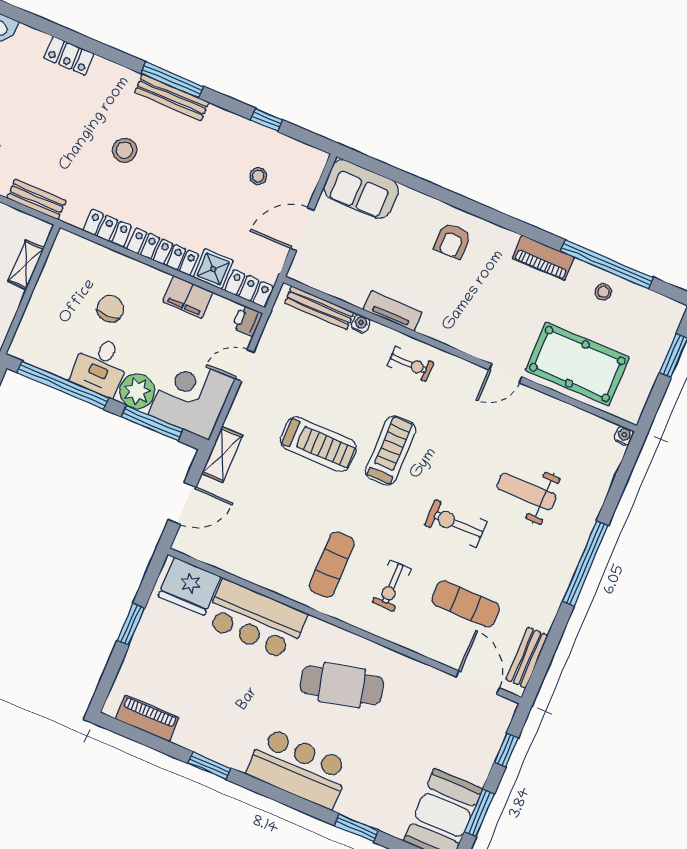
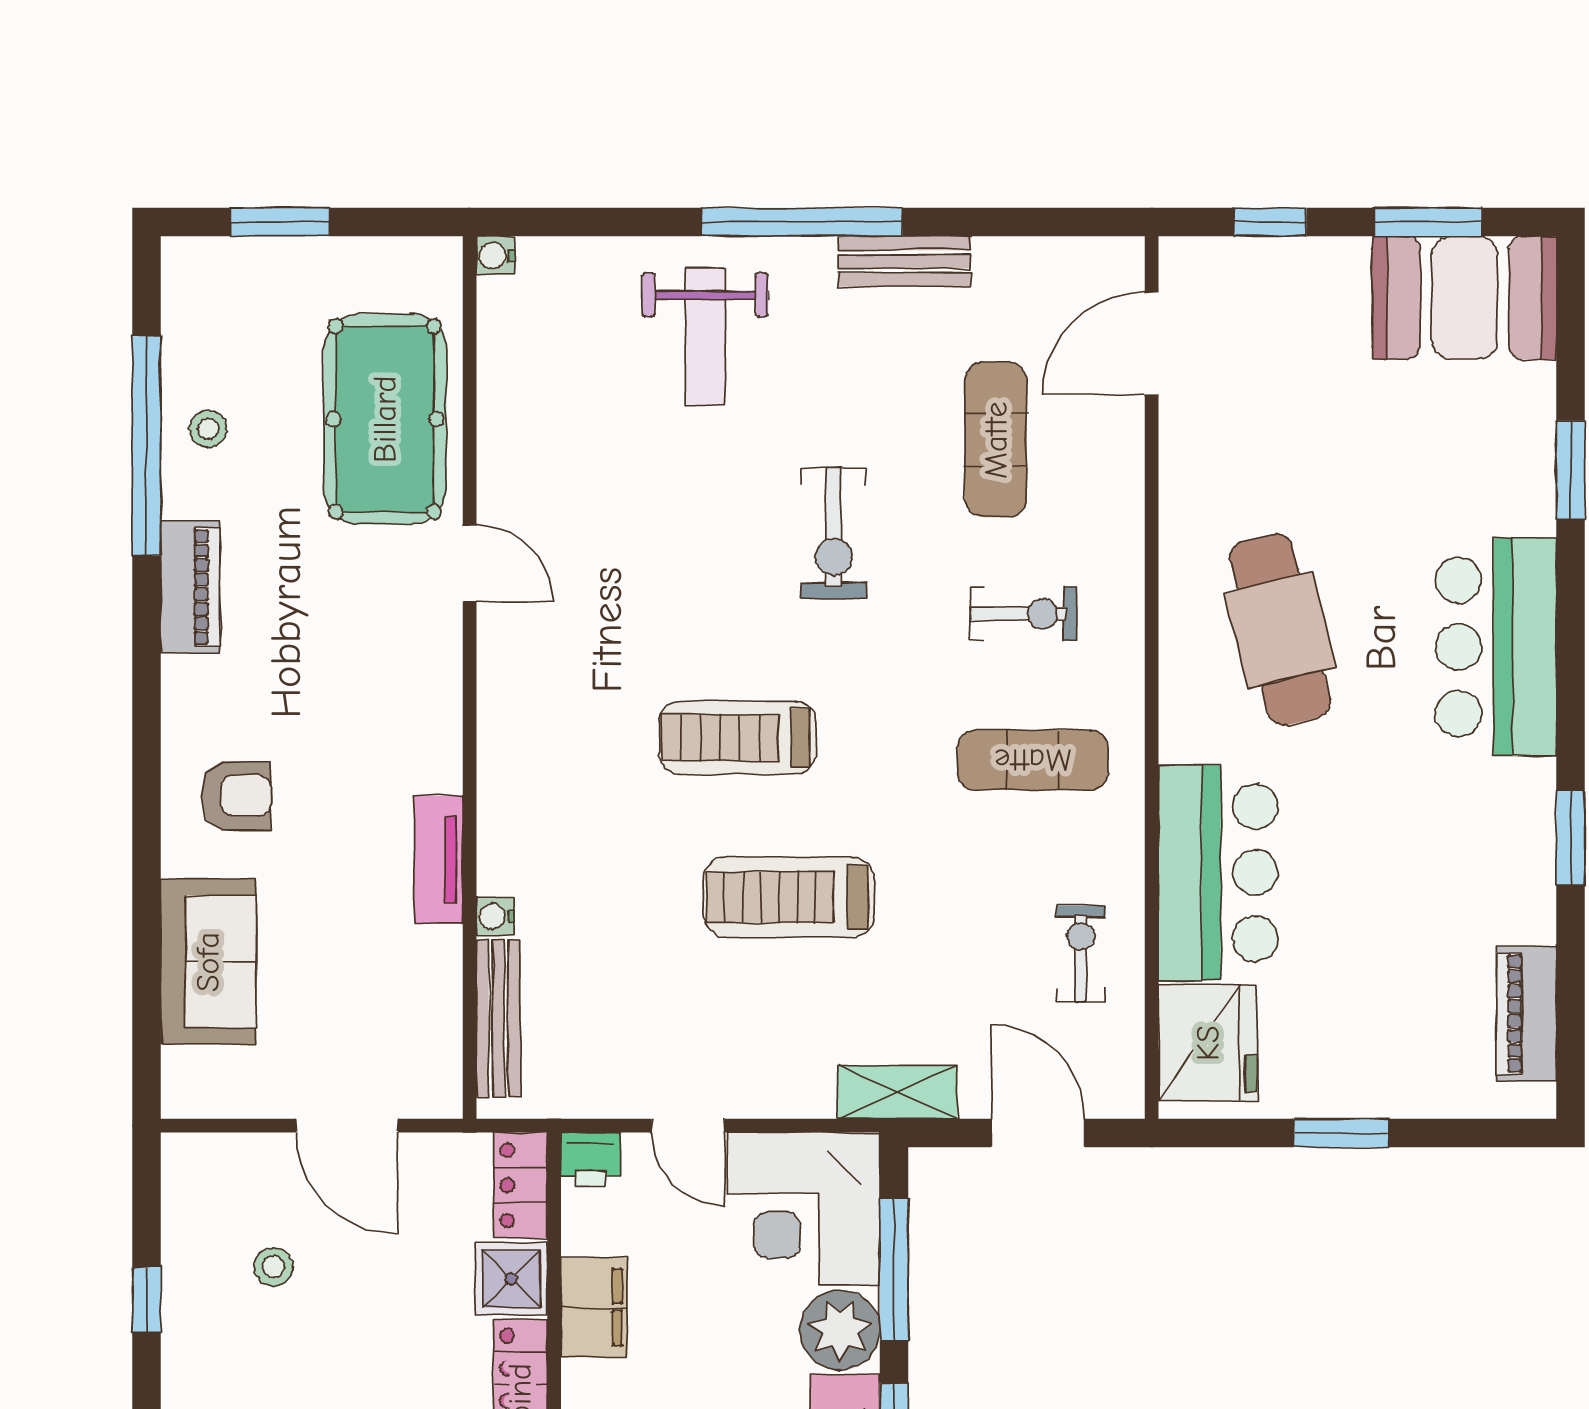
sofa: (361, 189) -> (208, 962), moved
exercise bike: (410, 364) -> (1081, 954), moved
treadmill: (318, 444) -> (789, 897), turned -90
weight bench: (526, 491) -> (705, 336), moved
bench: (527, 657) -> (904, 261), moved

